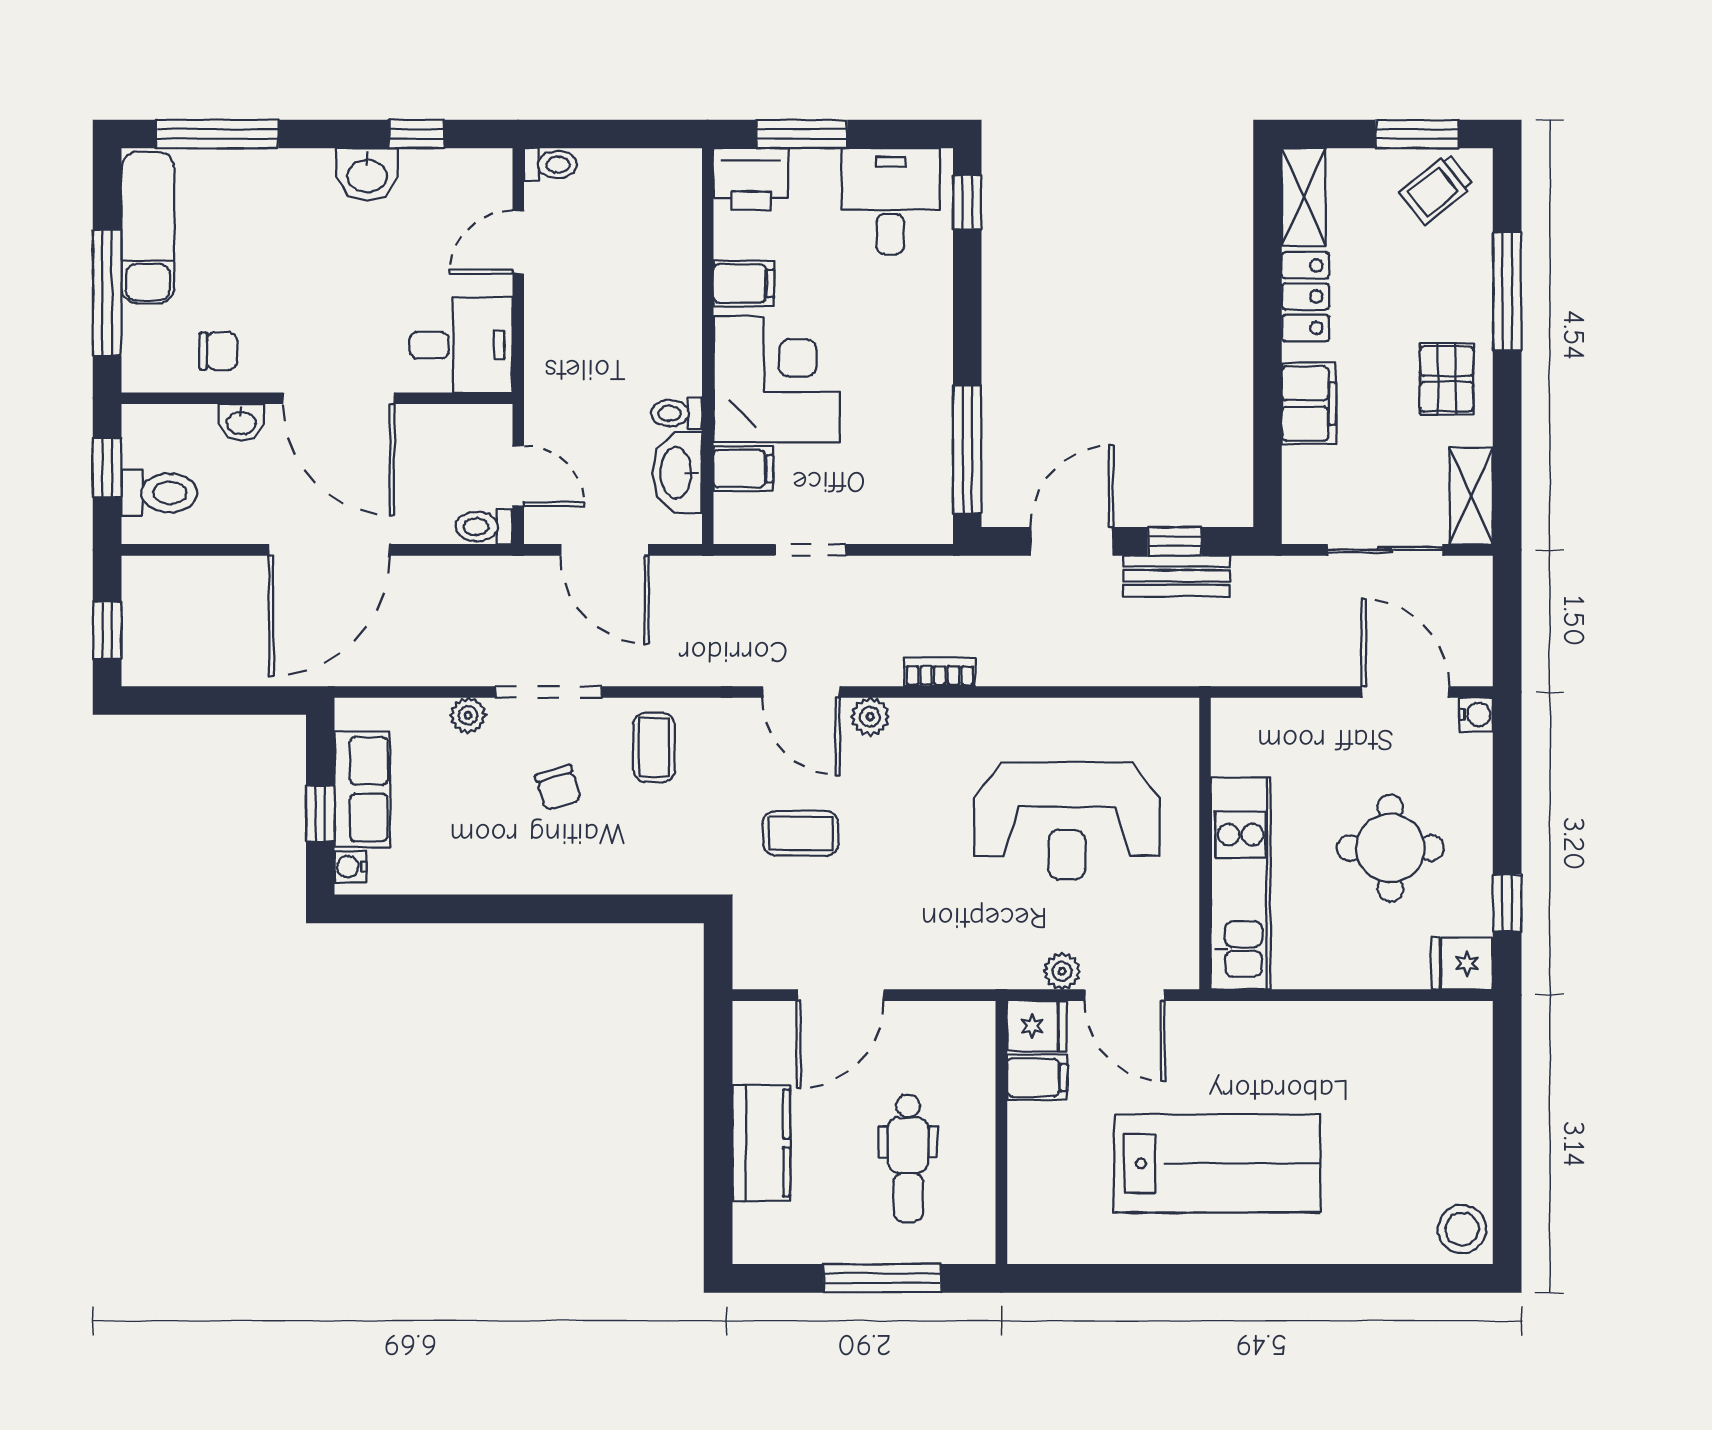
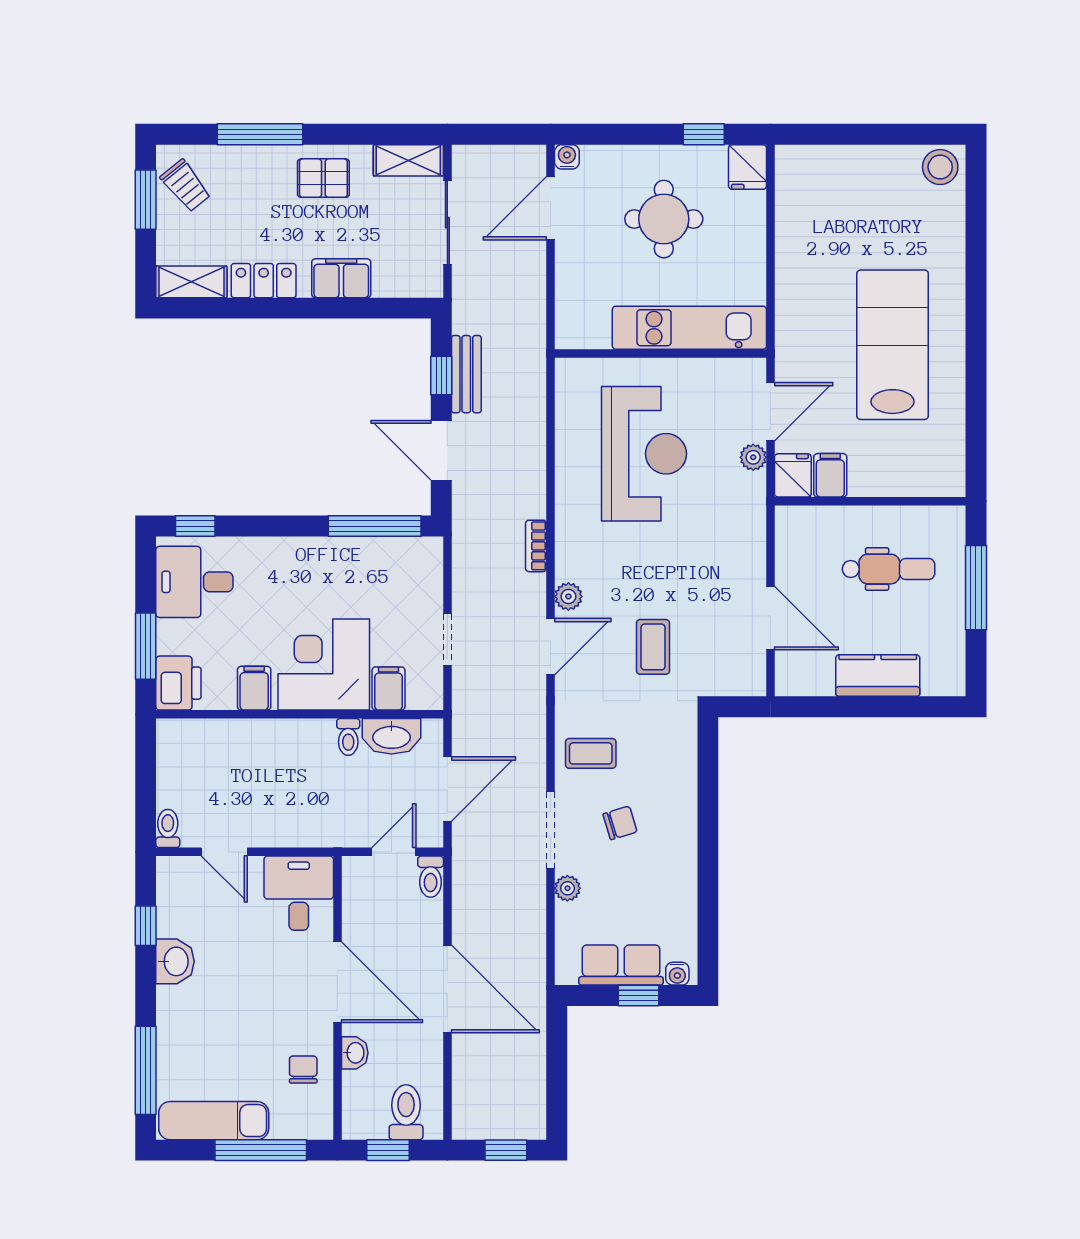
door: (338, 398) -> (337, 982), hinge flipped

